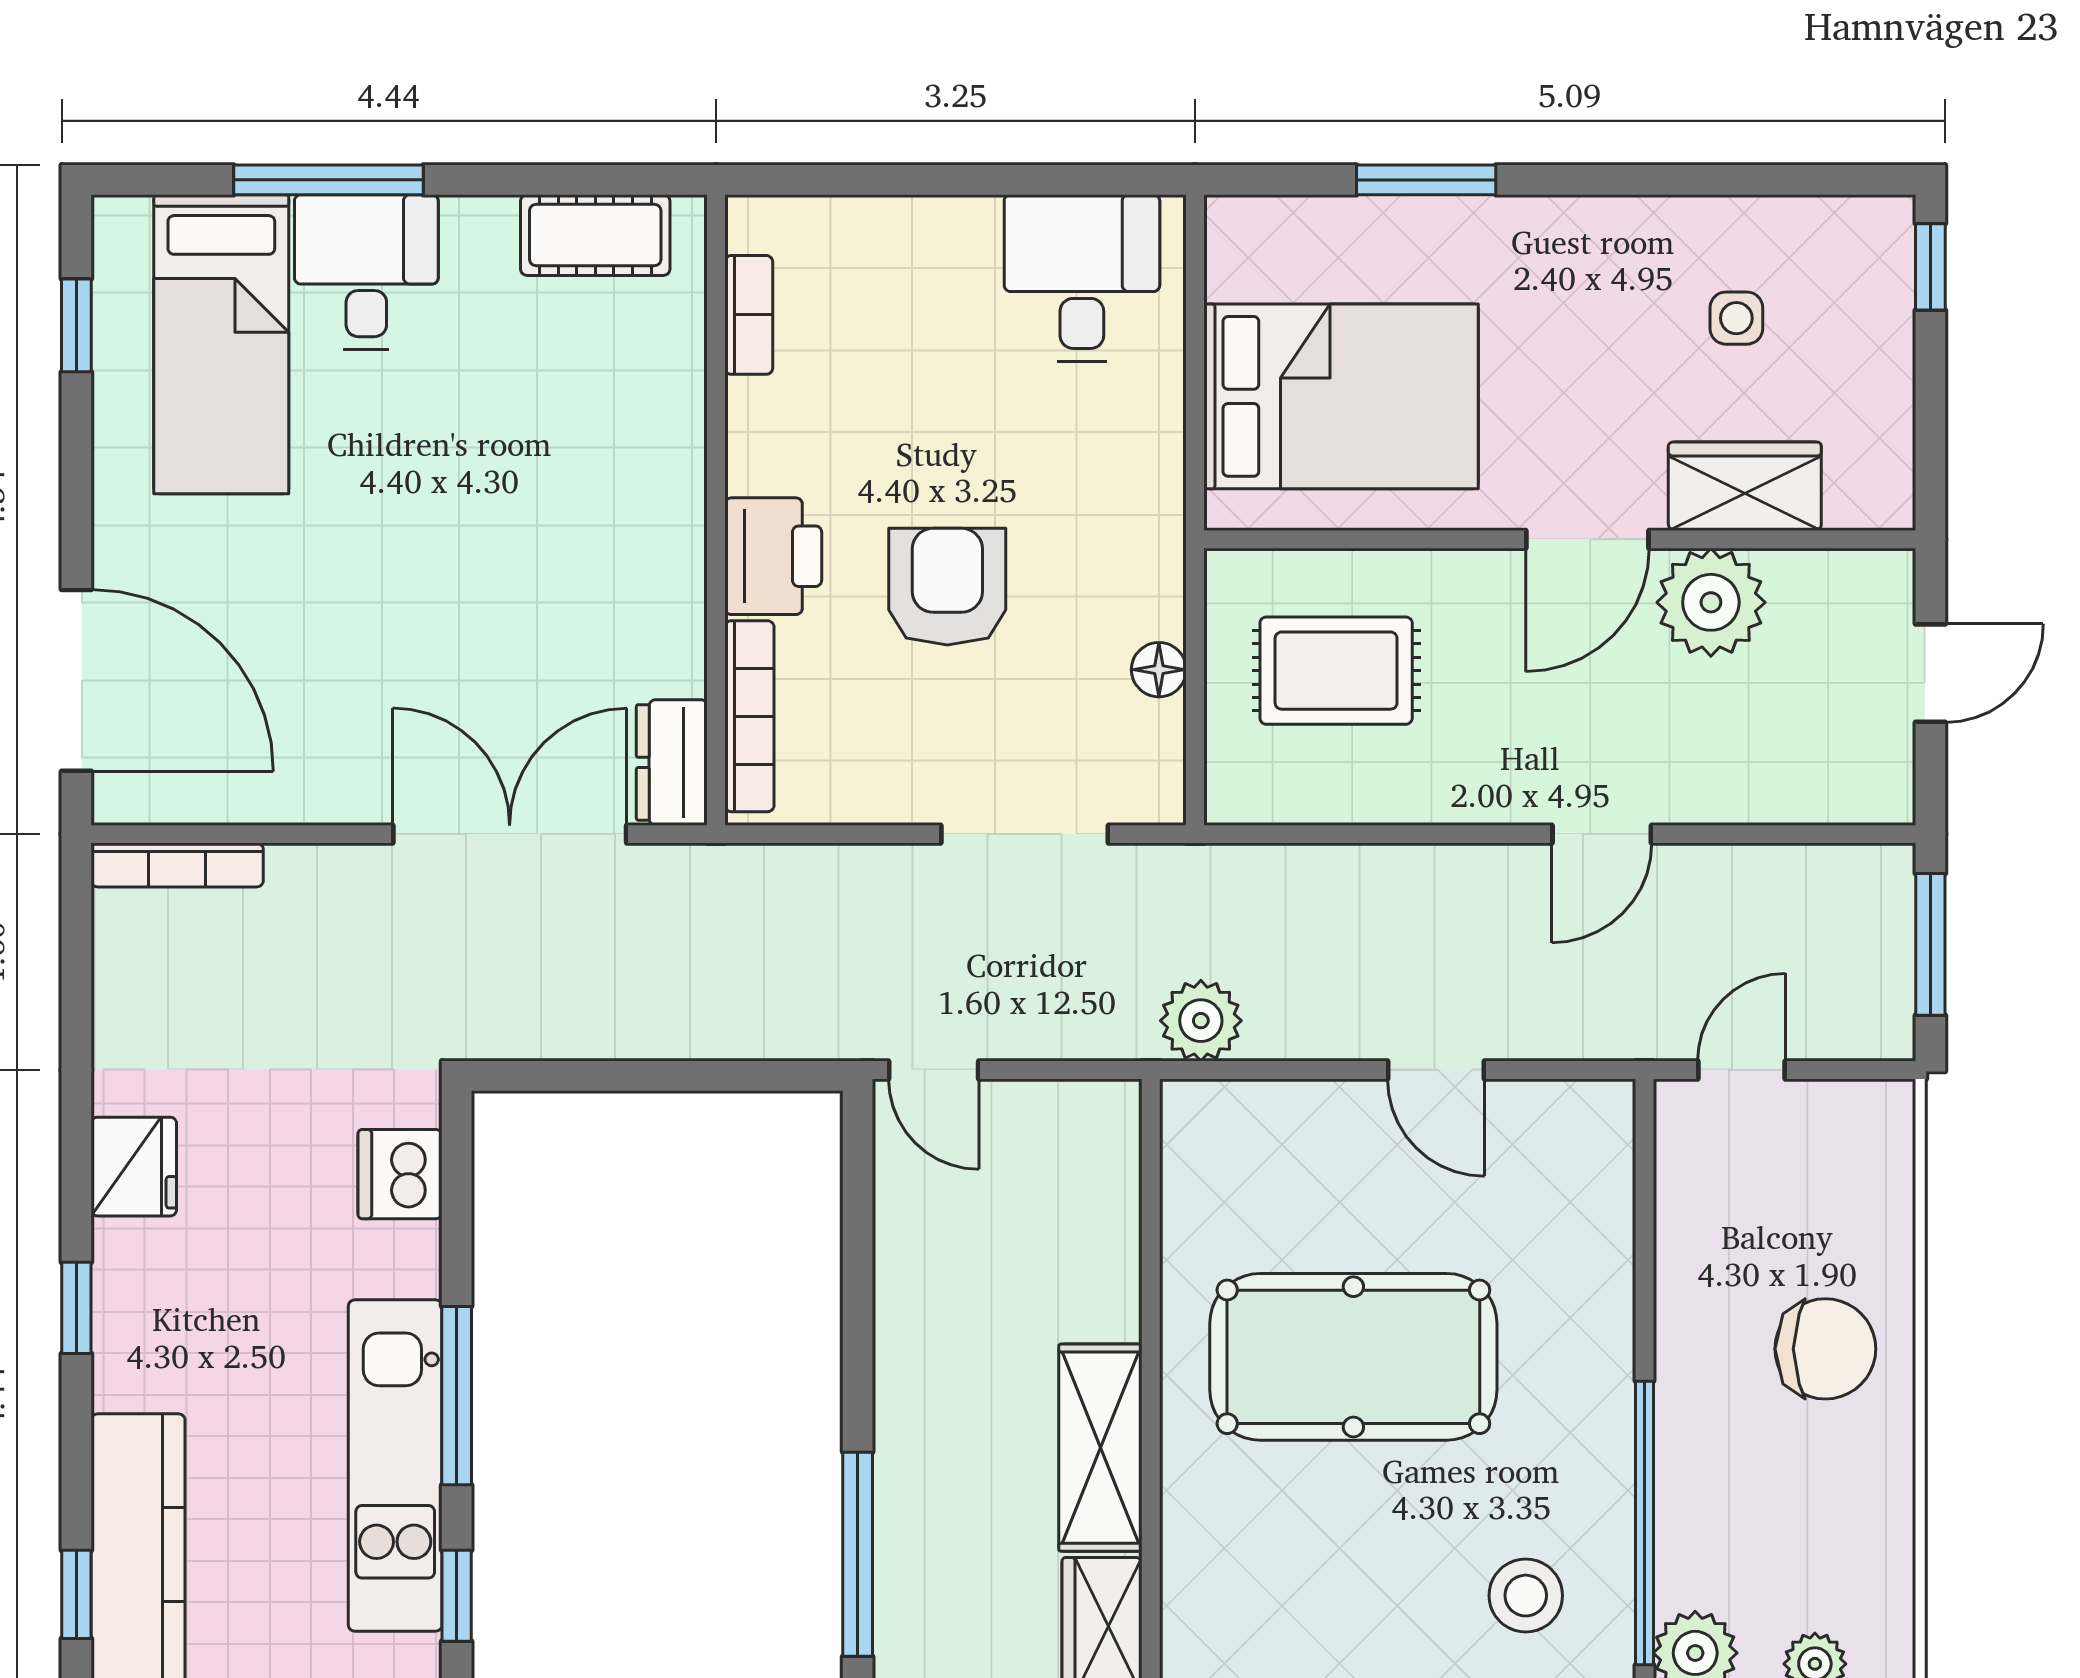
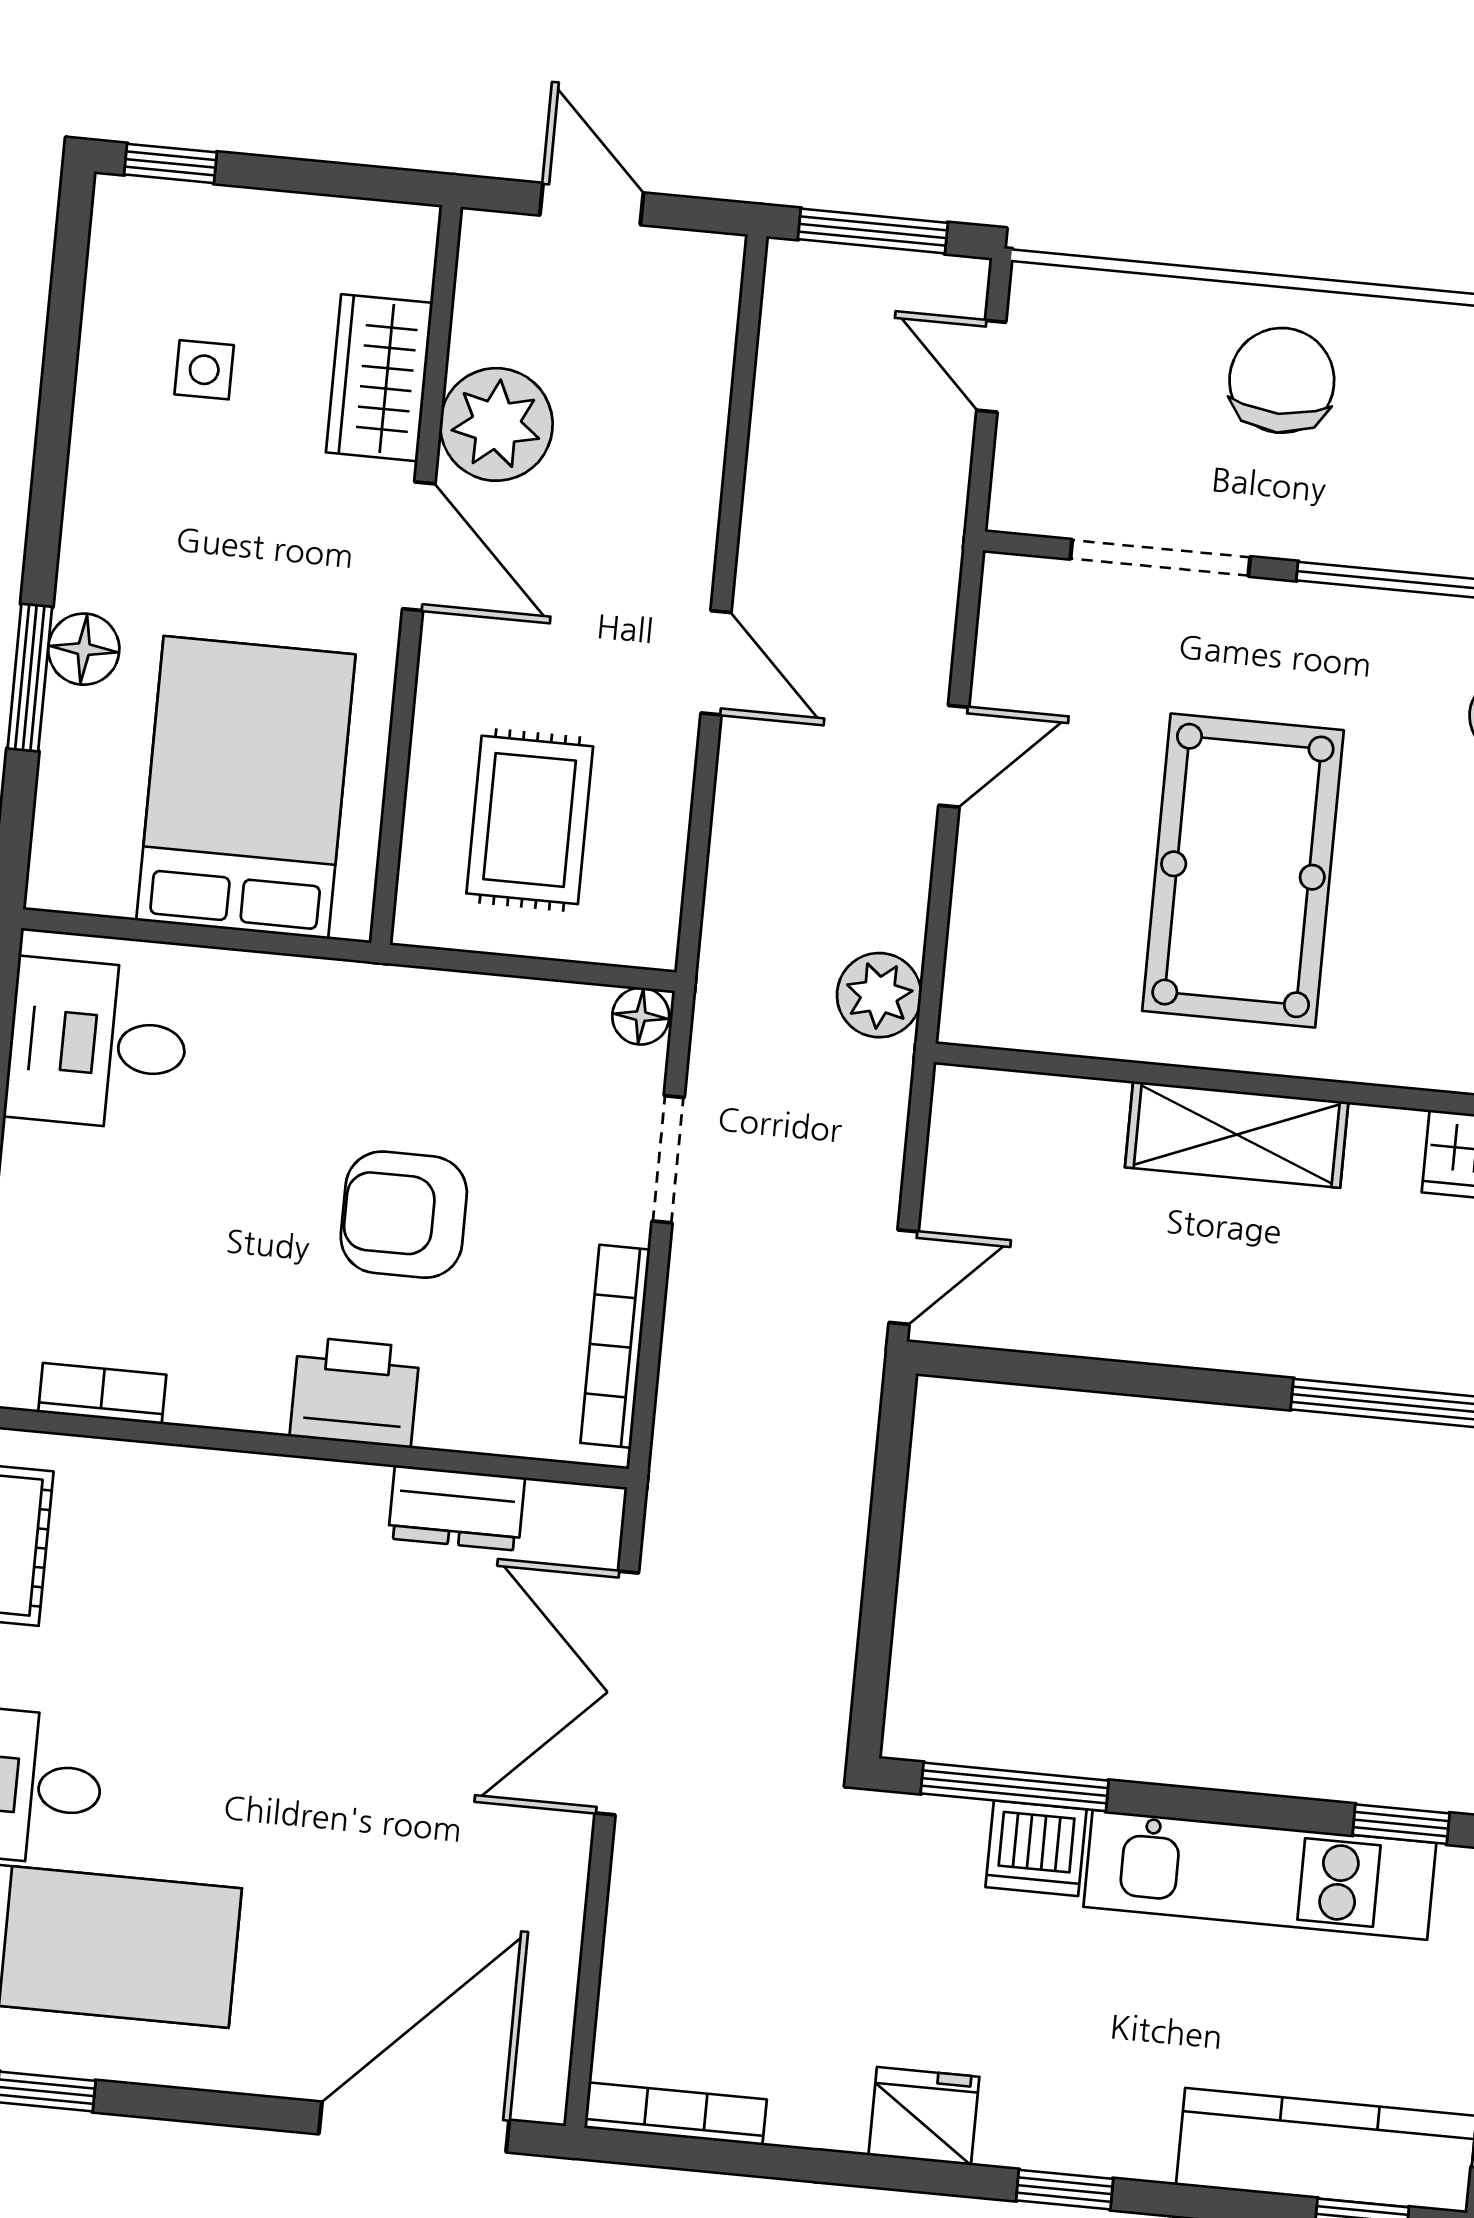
floor lamp: (1458, 229) -> (84, 649), added
floor lamp: (1159, 670) -> (641, 1016), moved
bookcase: (749, 716) -> (615, 1346), moved, turned -90
dresser: (672, 762) -> (456, 1508), moved
doorway: (1025, 834) -> (668, 1159), width x0.73
door: (1602, 834) -> (716, 663), moved
bookcase: (177, 865) -> (675, 2114), moved, turned -90
door: (1742, 1070) -> (991, 366), moved
dishwasher: (400, 1174) -> (1036, 1848), moved
doorway: (1645, 1249) -> (1160, 558), added
window: (457, 1396) -> (1015, 1787), moved
shelving: (1100, 1448) -> (1237, 1135), moved

